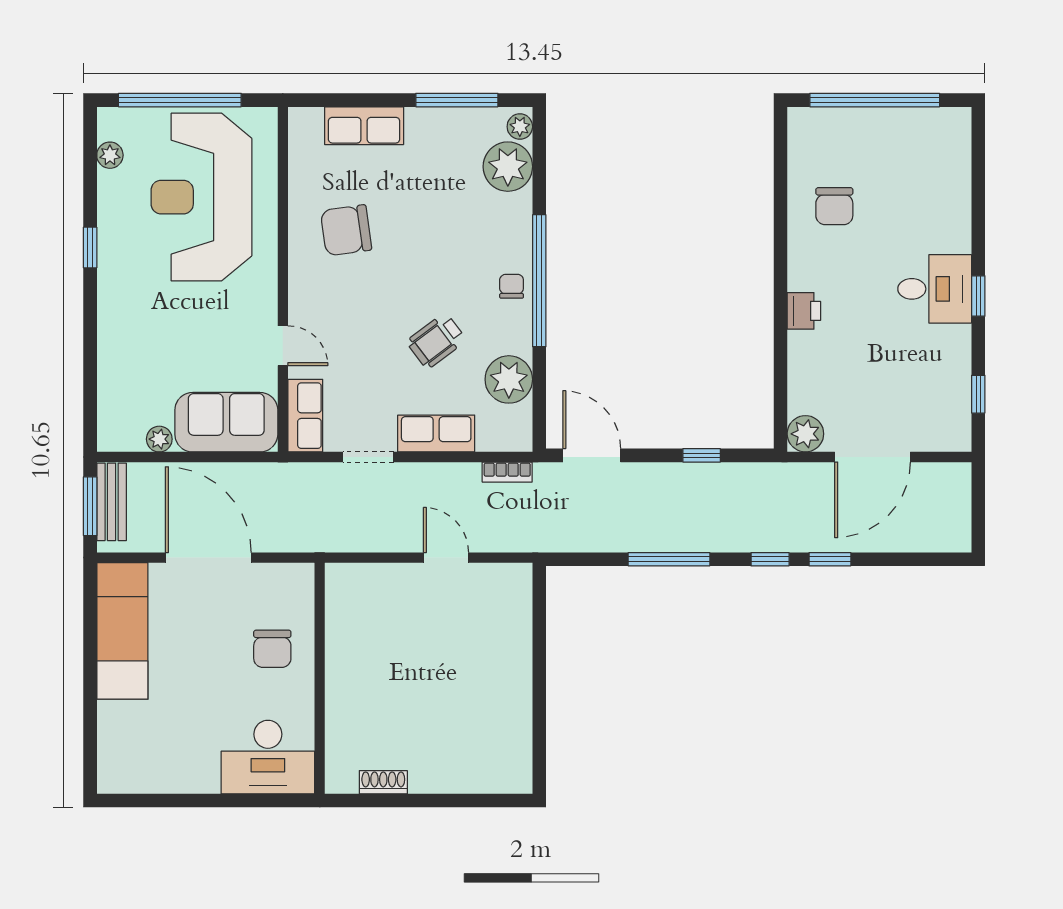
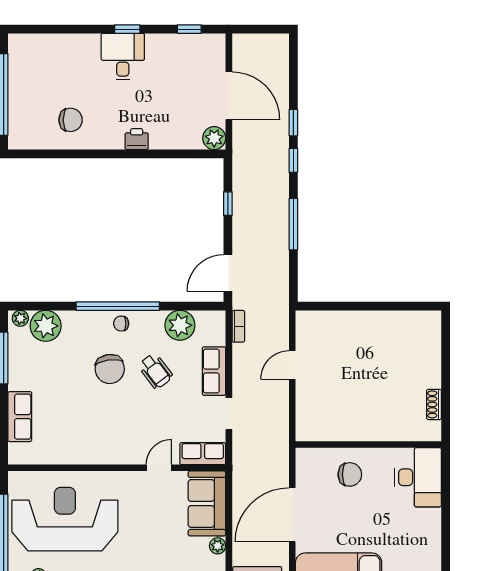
reception desk: (201, 197) -> (65, 519), turned 180
chair: (346, 230) -> (110, 369), moved

